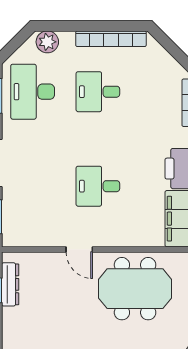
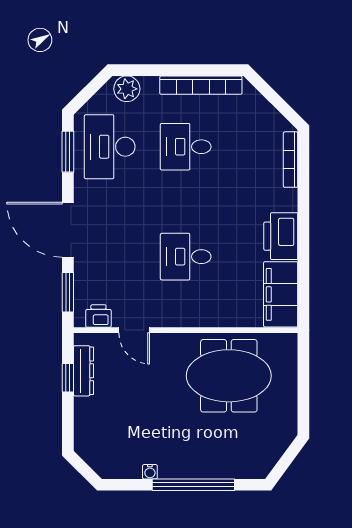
printer: (23, 237) -> (98, 316), added
door: (79, 249) -> (134, 330), moved

